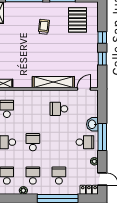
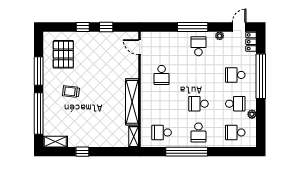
pallet: (77, 20) -> (63, 54), turned 90
shelving: (53, 82) -> (132, 102), moved
washbasin: (92, 124) -> (179, 38), removed
school desk: (33, 176) -> (235, 104), turned 180

